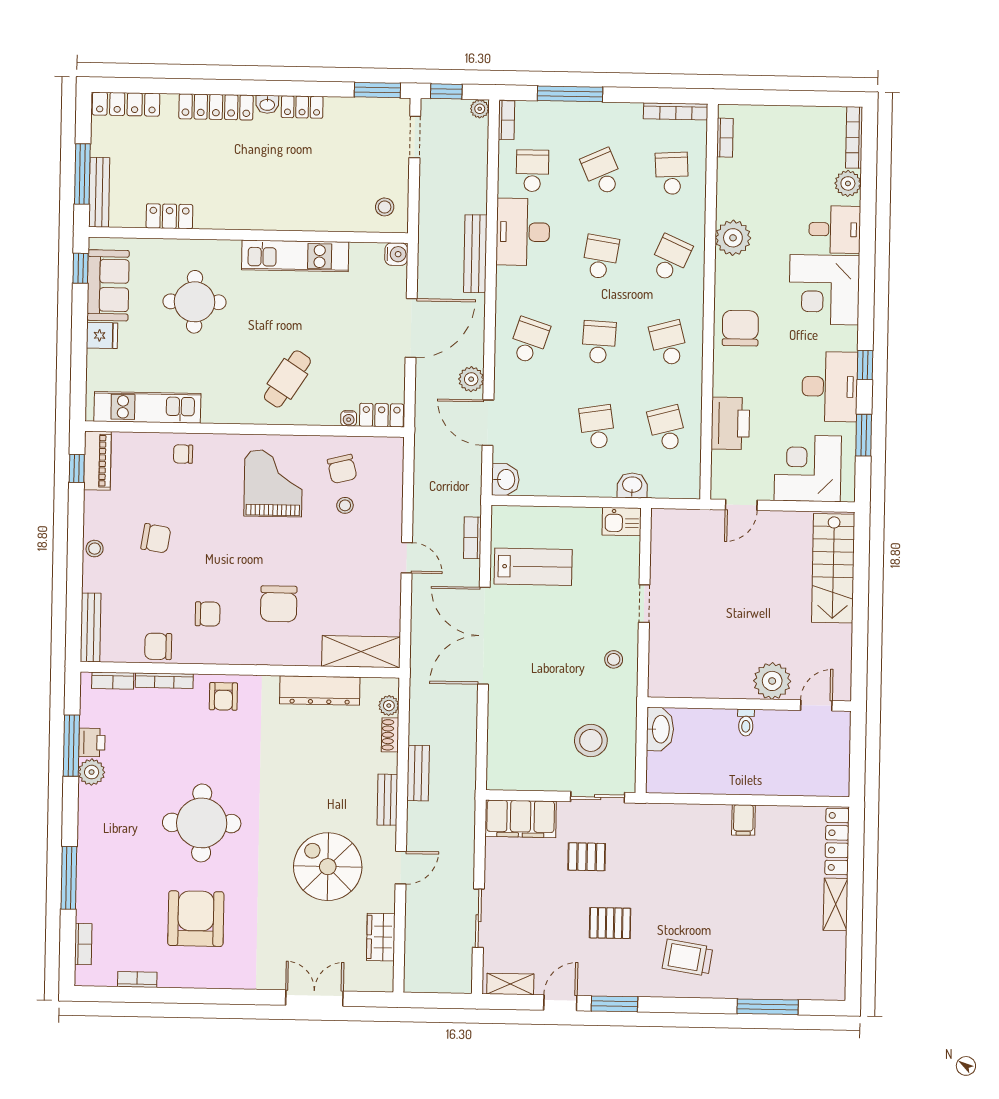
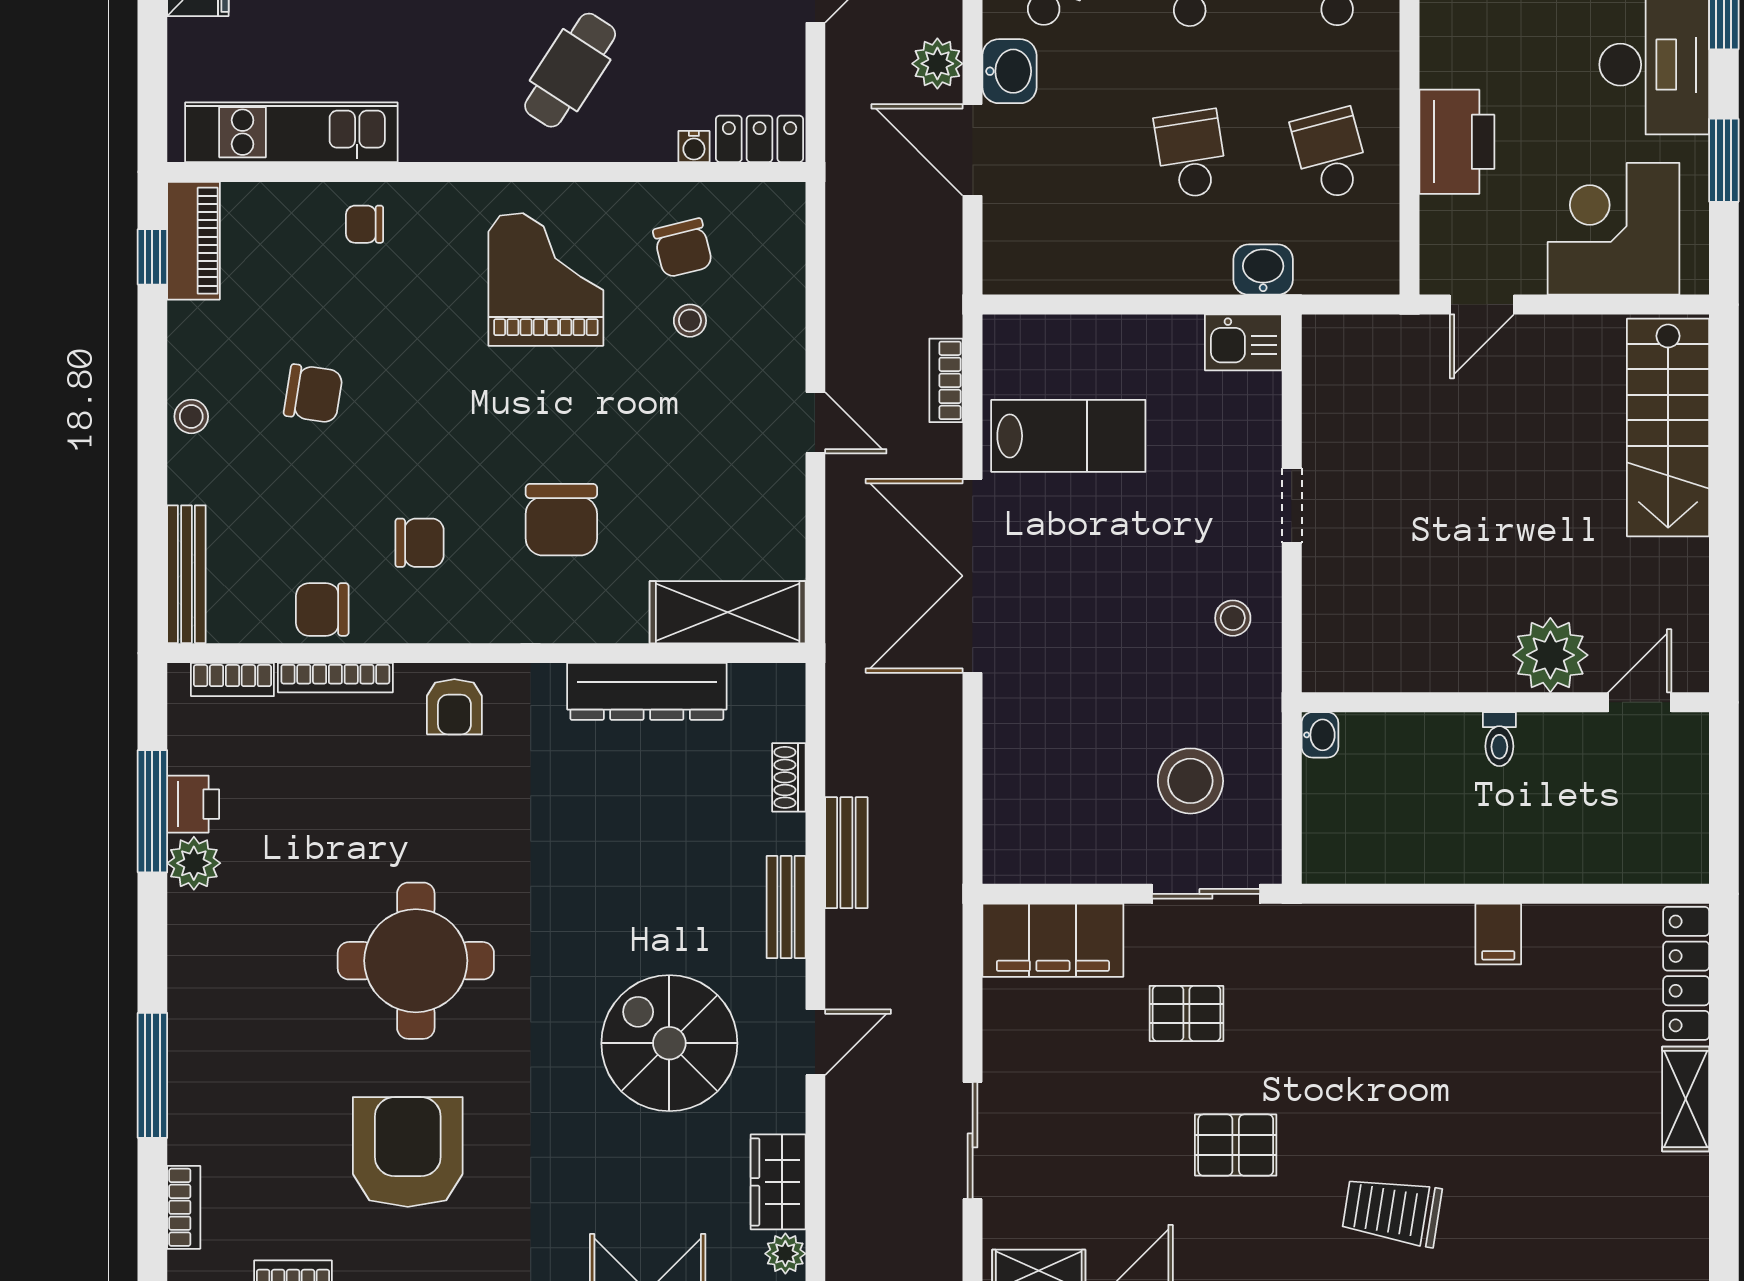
washbasin: (505, 480) -> (1009, 71), moved
plant: (389, 706) -> (785, 1254), moved
washbasin: (660, 729) -> (1320, 735), width x0.52, depth x0.69

